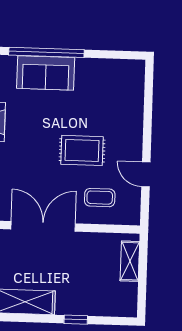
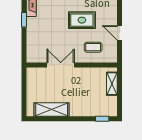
double door: (43, 226) -> (61, 65), width x0.73
window: (76, 320) -> (102, 119), moved

